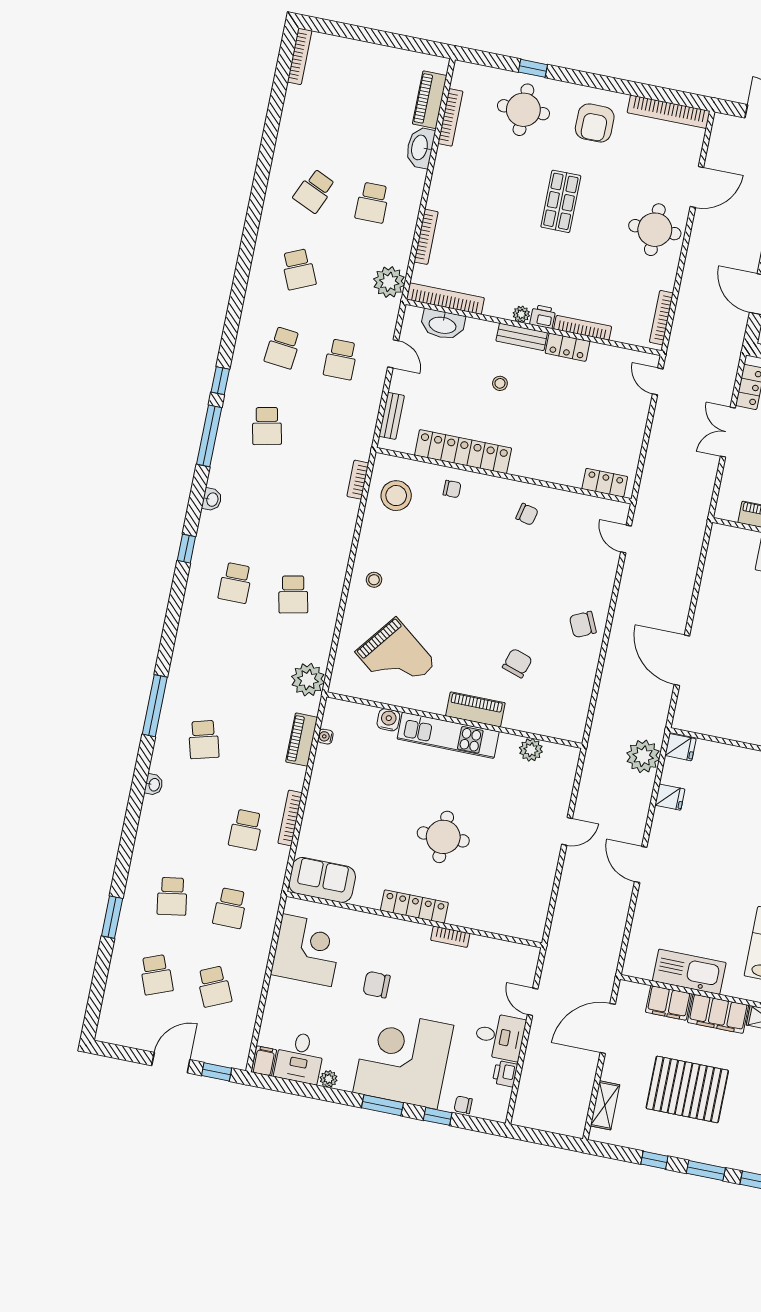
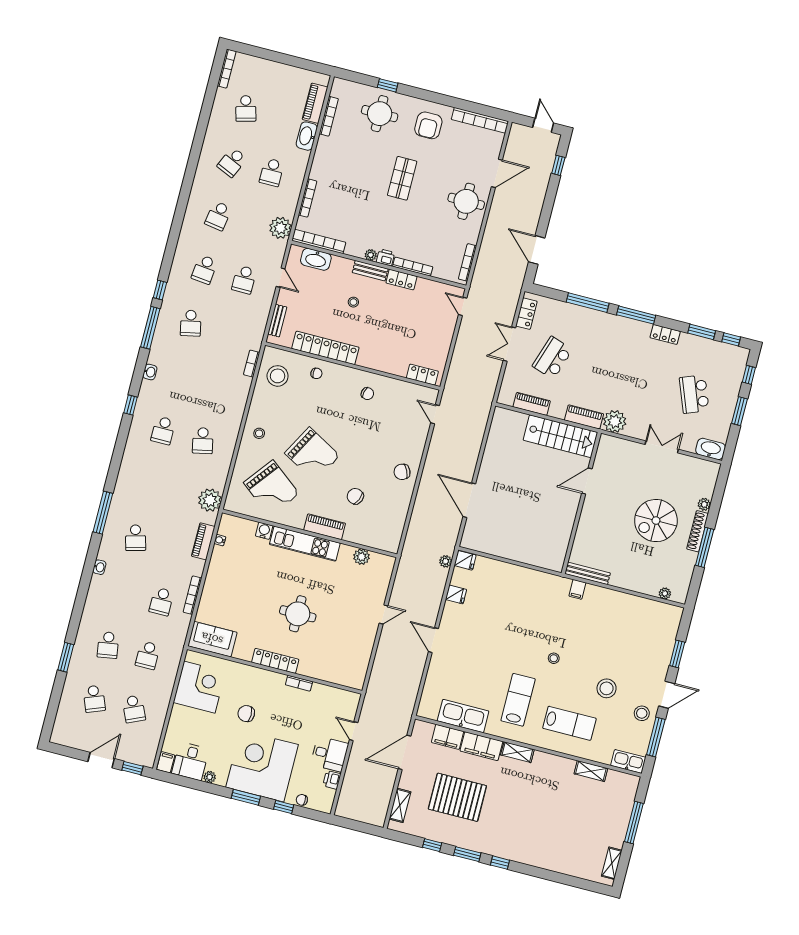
school desk: (330, 112) -> (246, 108), added
school desk: (299, 269) -> (218, 216), turned 33
grand piano: (452, 606) -> (312, 454), added
chair: (517, 663) -> (355, 496), turned -85
plant: (643, 756) -> (446, 561), width x0.53, depth x0.53

